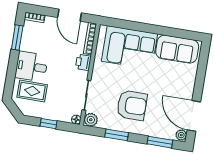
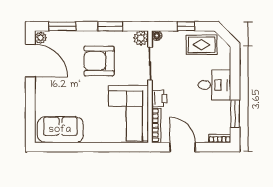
corner sofa: (129, 47) -> (128, 113), moved, turned -90
rug: (32, 91) -> (202, 45), moved

